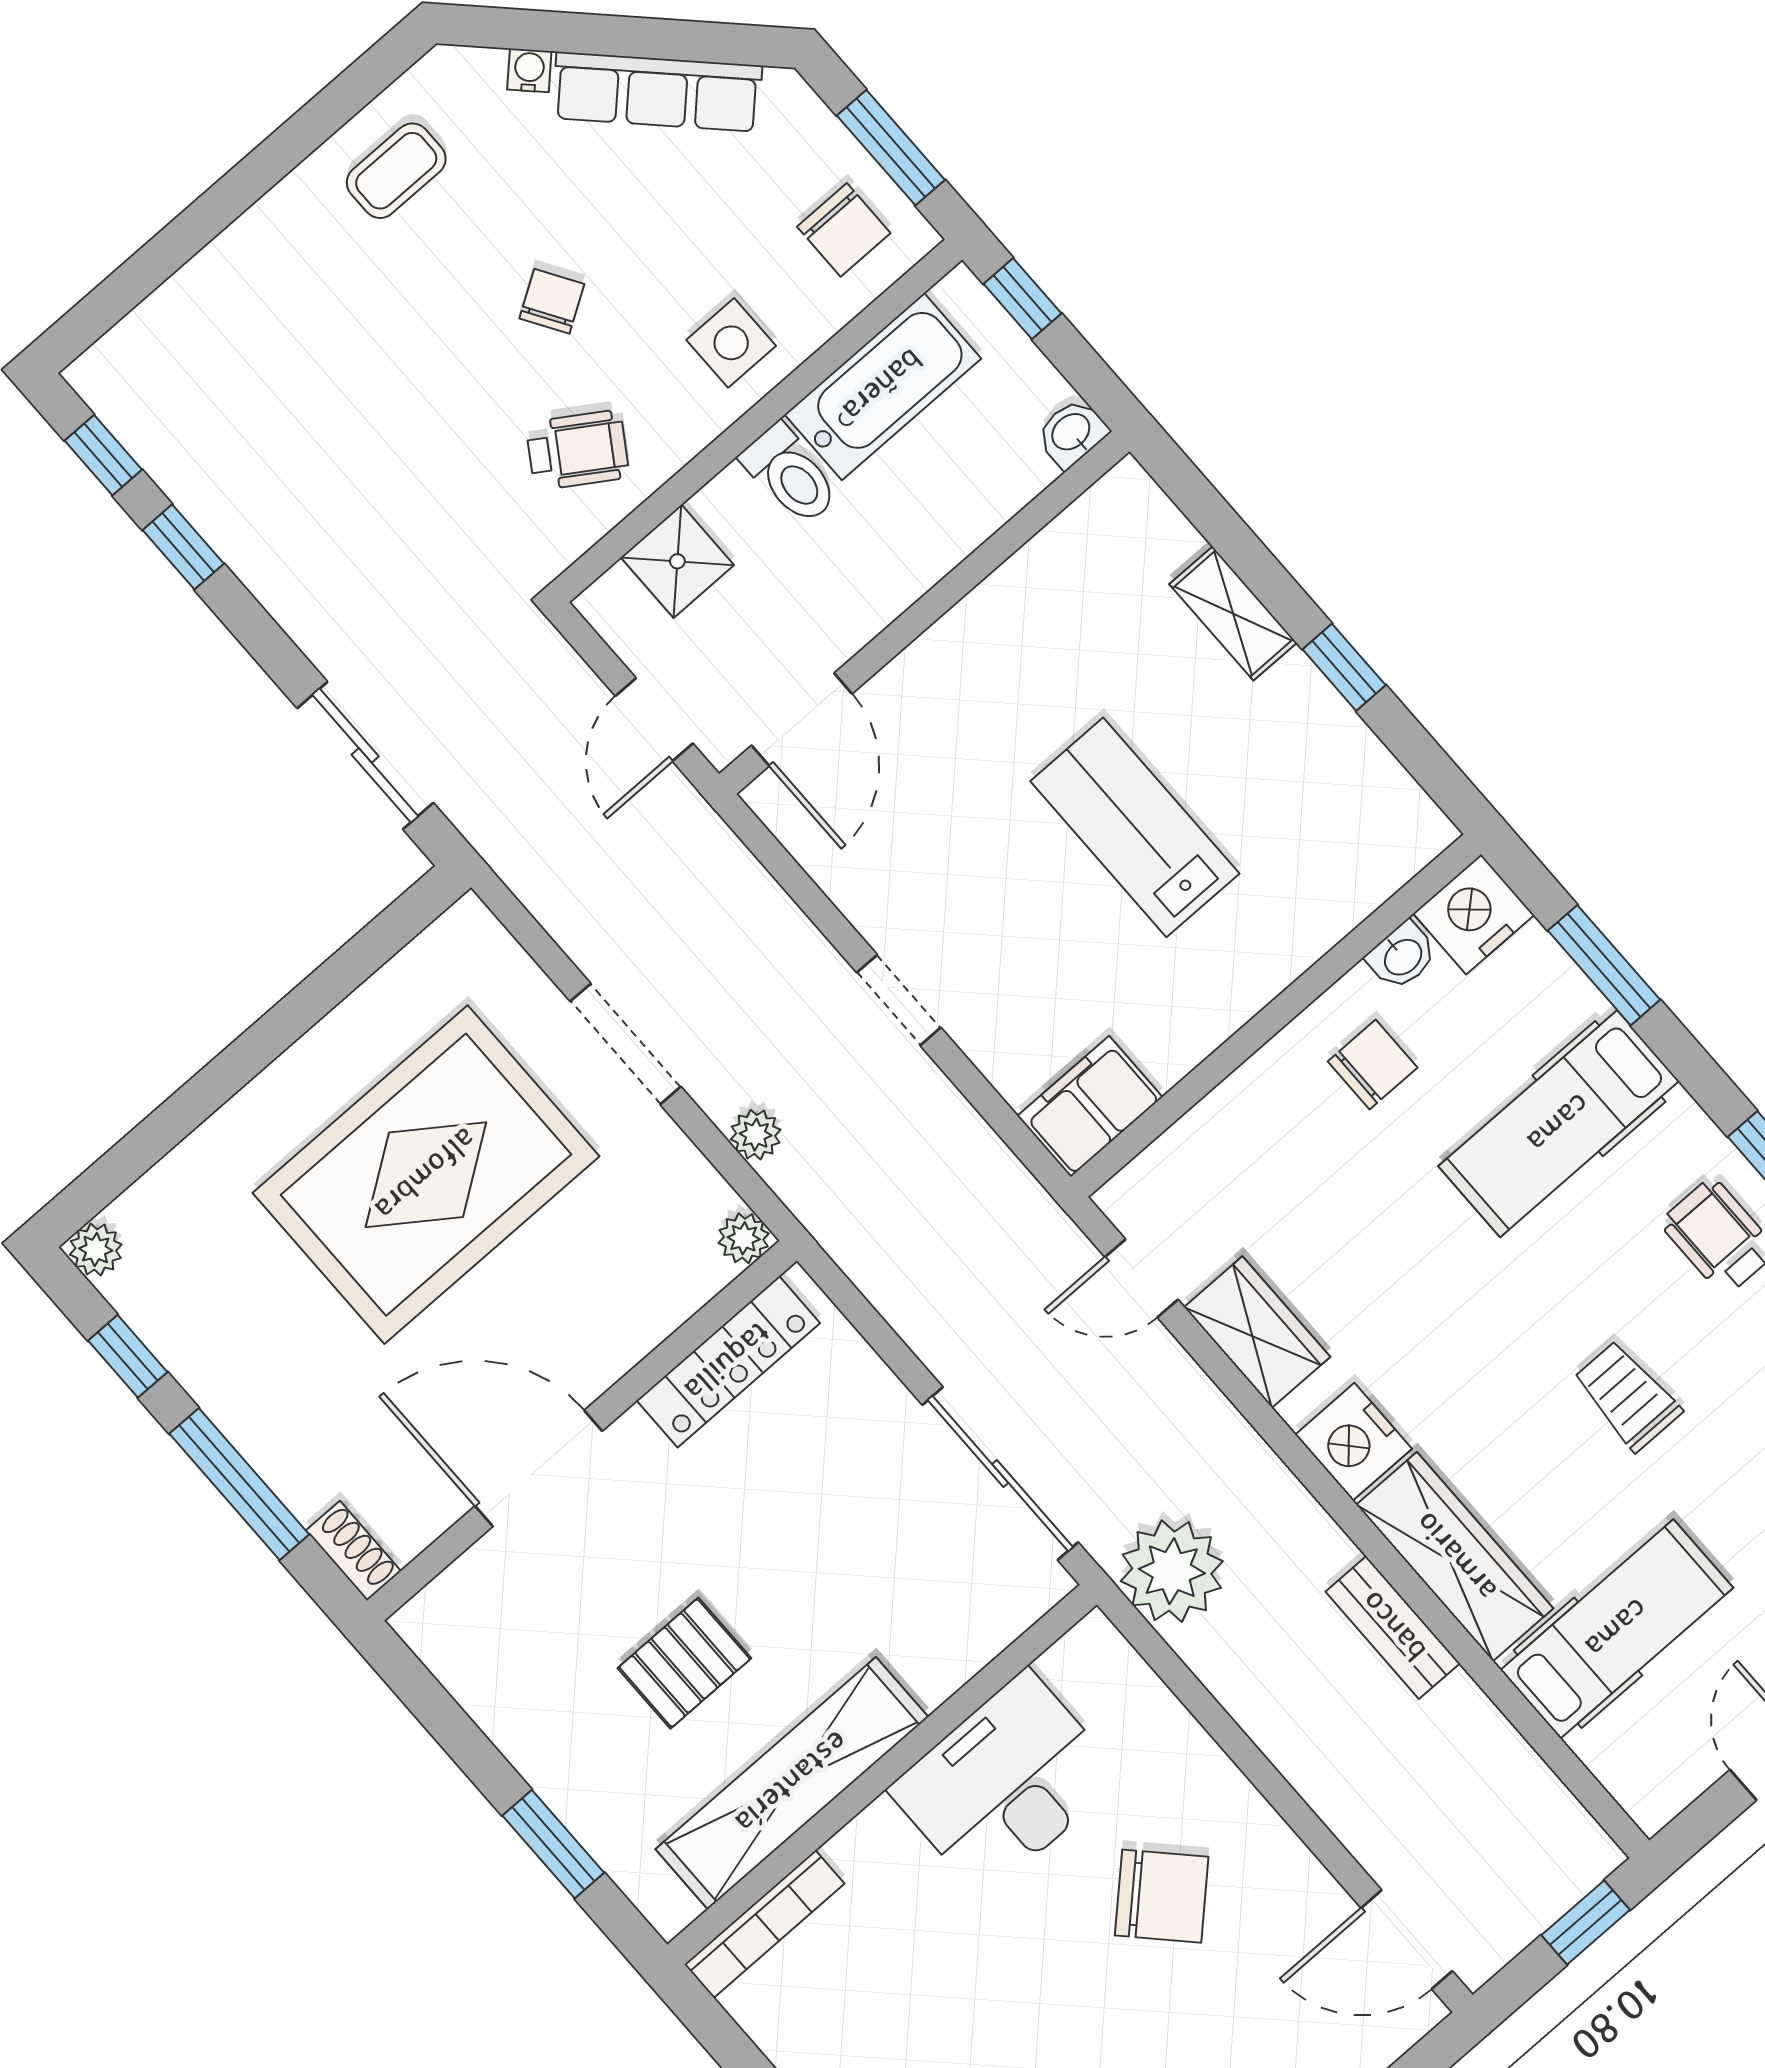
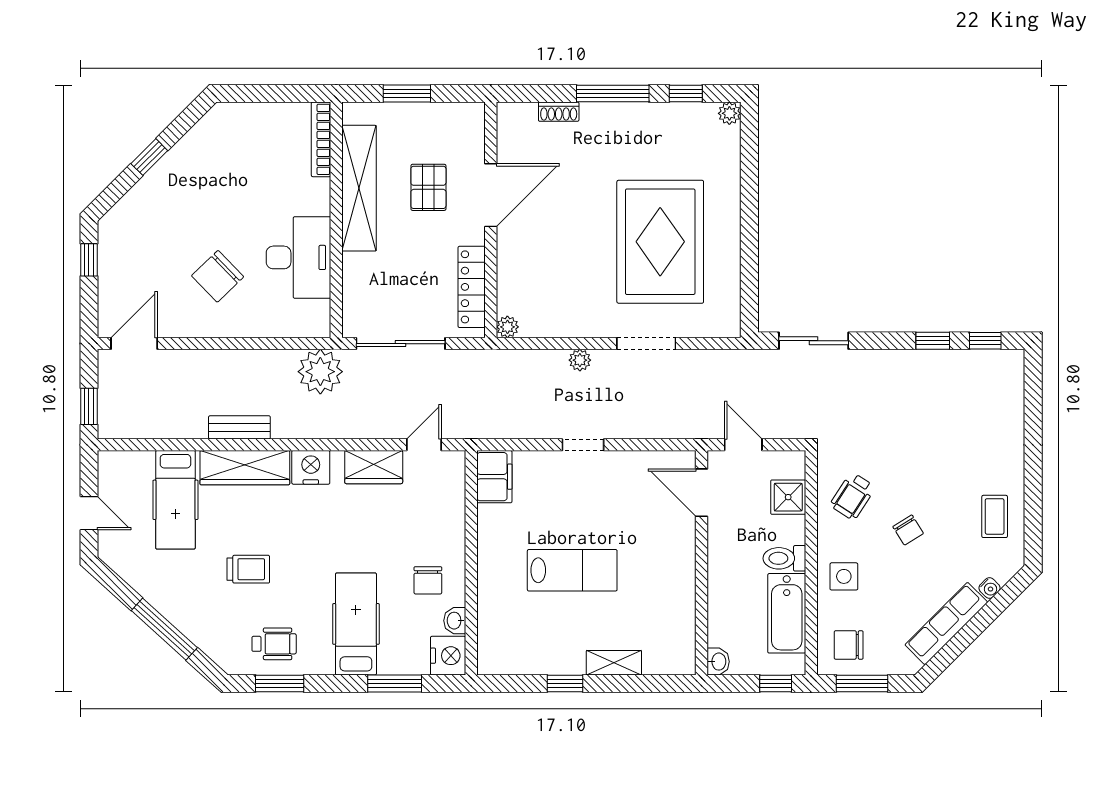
plant: (744, 1238) -> (507, 327), moved
locker: (728, 1362) -> (472, 287), moved
wall: (582, 1431) -> (491, 220), moved
door: (539, 1468) -> (491, 195), moved

